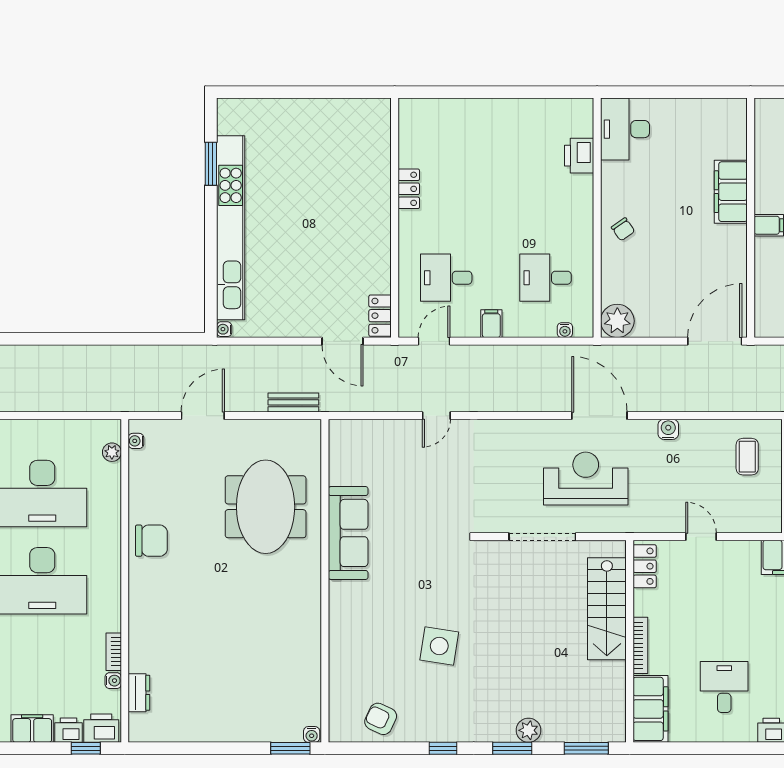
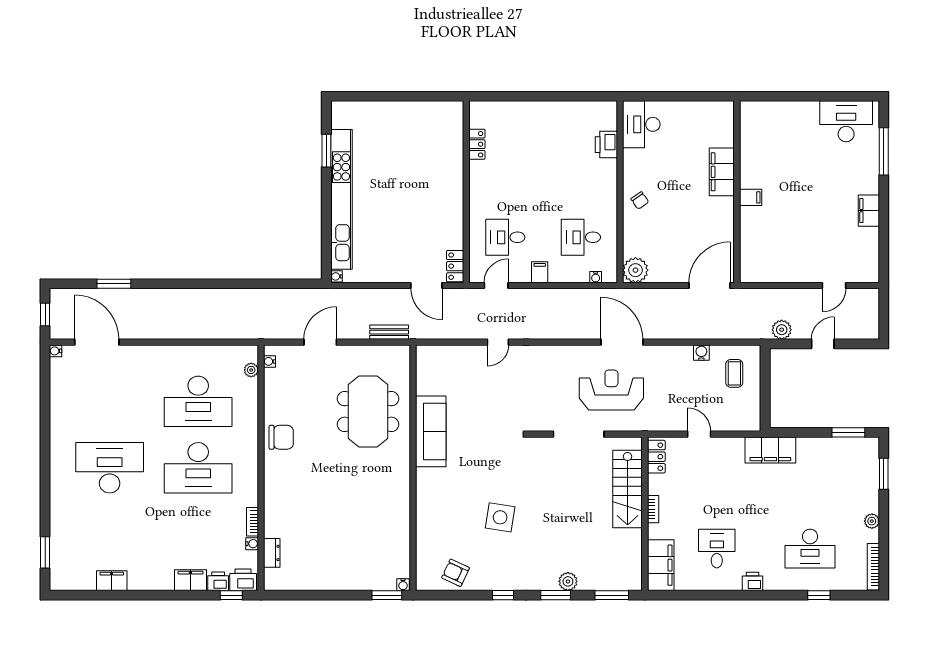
locker: (409, 189) -> (477, 144), moved
water cooler: (668, 429) -> (701, 353), moved
bookcase: (640, 645) -> (653, 509), width x0.64

